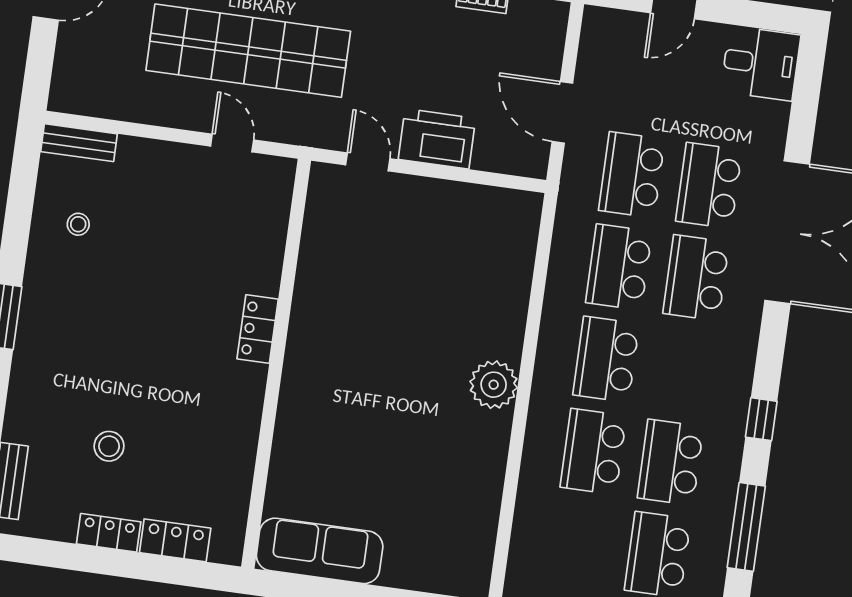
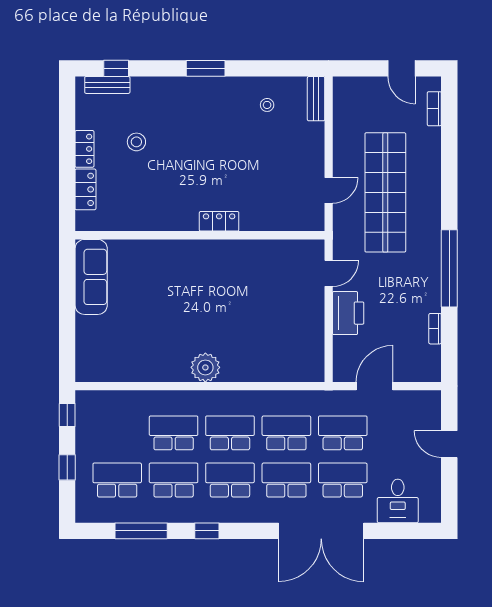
desk: (761, 63) -> (398, 501), moved
school desk: (683, 370) -> (230, 480), added

